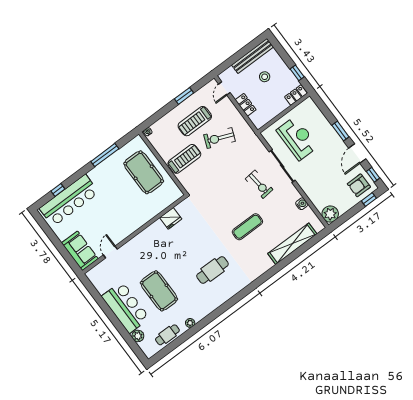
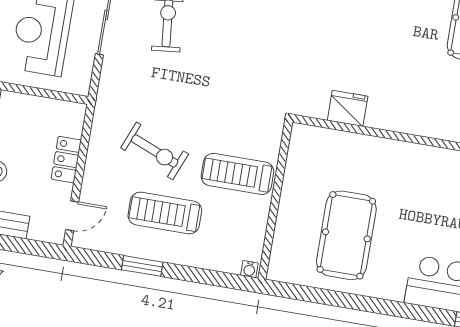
treadmill: (195, 121) -> (165, 213), turned 180
window: (105, 155) -> (347, 301), removed
pool table: (144, 172) -> (346, 235), moved

